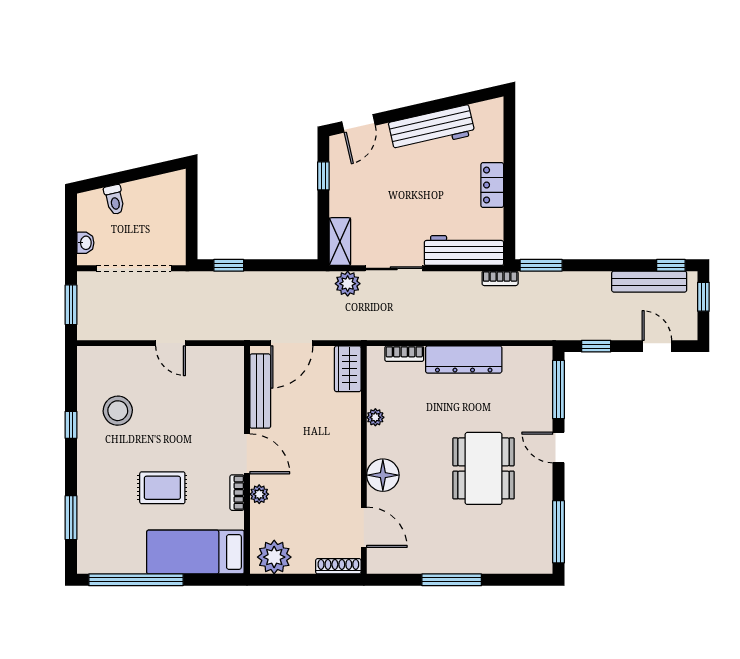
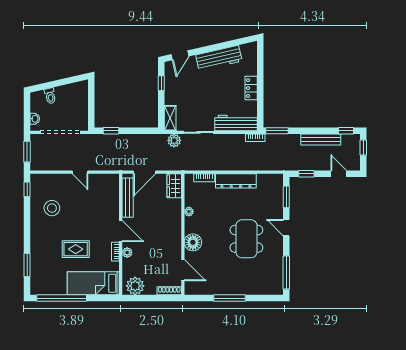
bench: (649, 282) -> (321, 139), moved
window: (558, 390) -> (286, 197), width x0.69
window: (71, 425) -> (27, 189), moved

